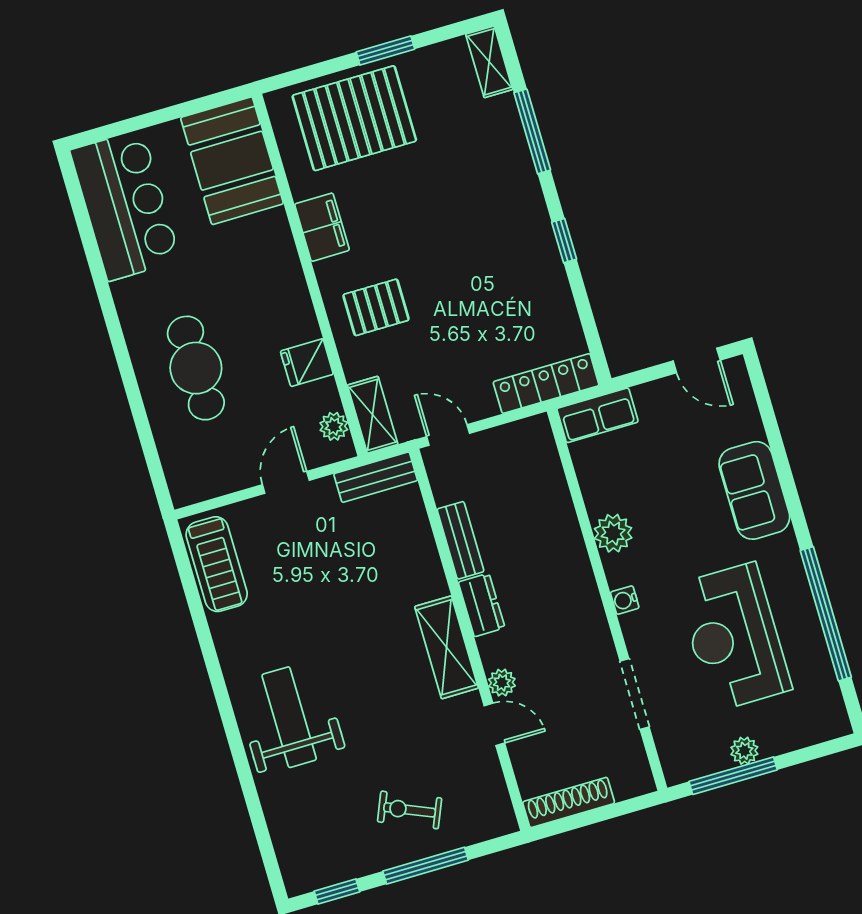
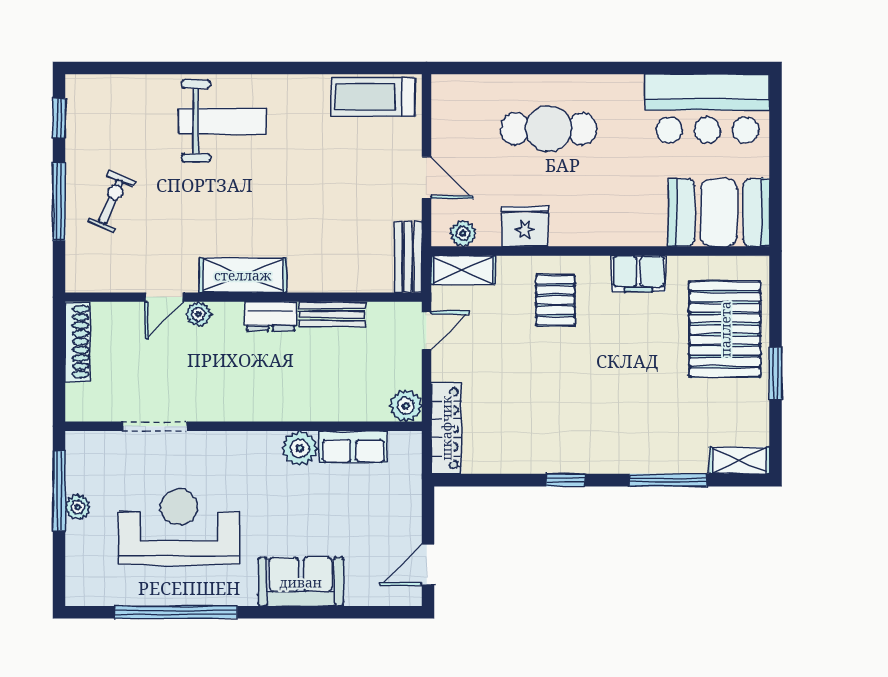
fridge: (307, 363) -> (525, 226), width x1.38
row of seats: (597, 415) -> (353, 447), moved, turned -90
plant: (535, 433) -> (406, 406), added
water cooler: (625, 600) -> (239, 442), removed

